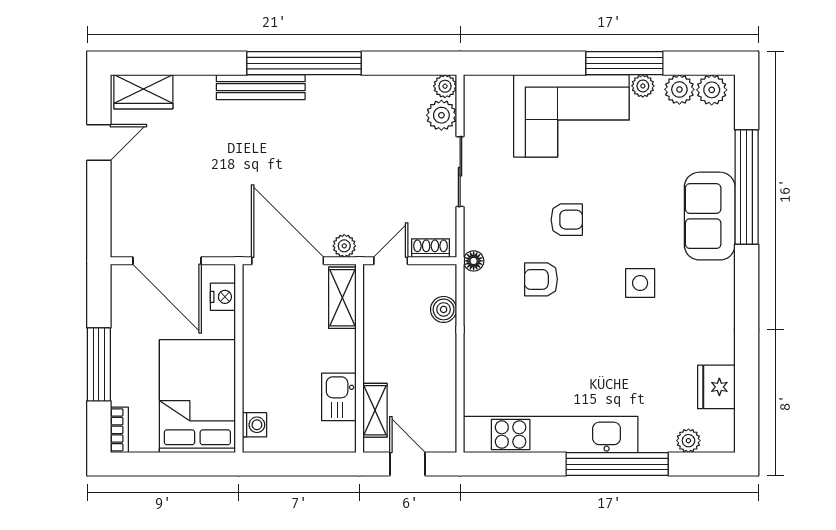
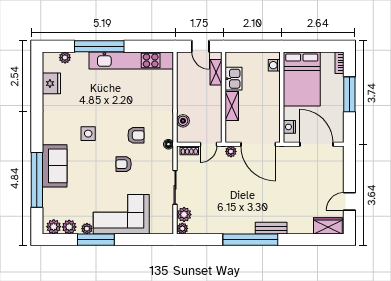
bench: (261, 87) -> (271, 228), width x0.73
shelving: (342, 298) -> (232, 106), moved

